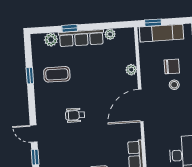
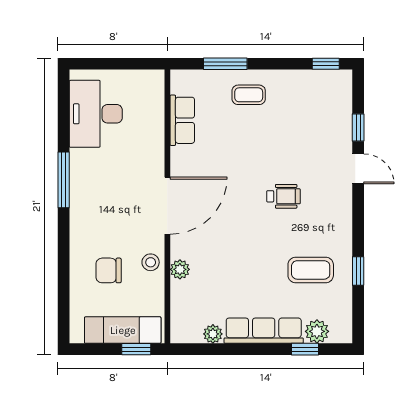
window: (70, 28) -> (305, 349), moved
stool: (174, 85) -> (151, 262), moved

